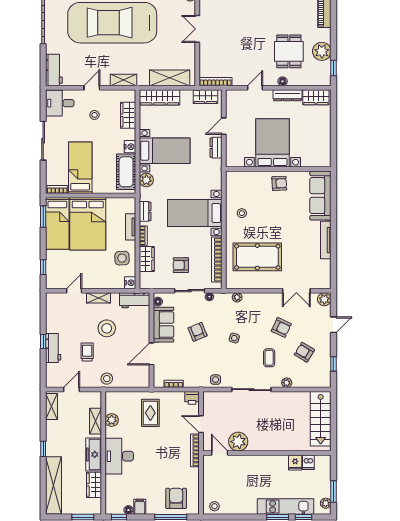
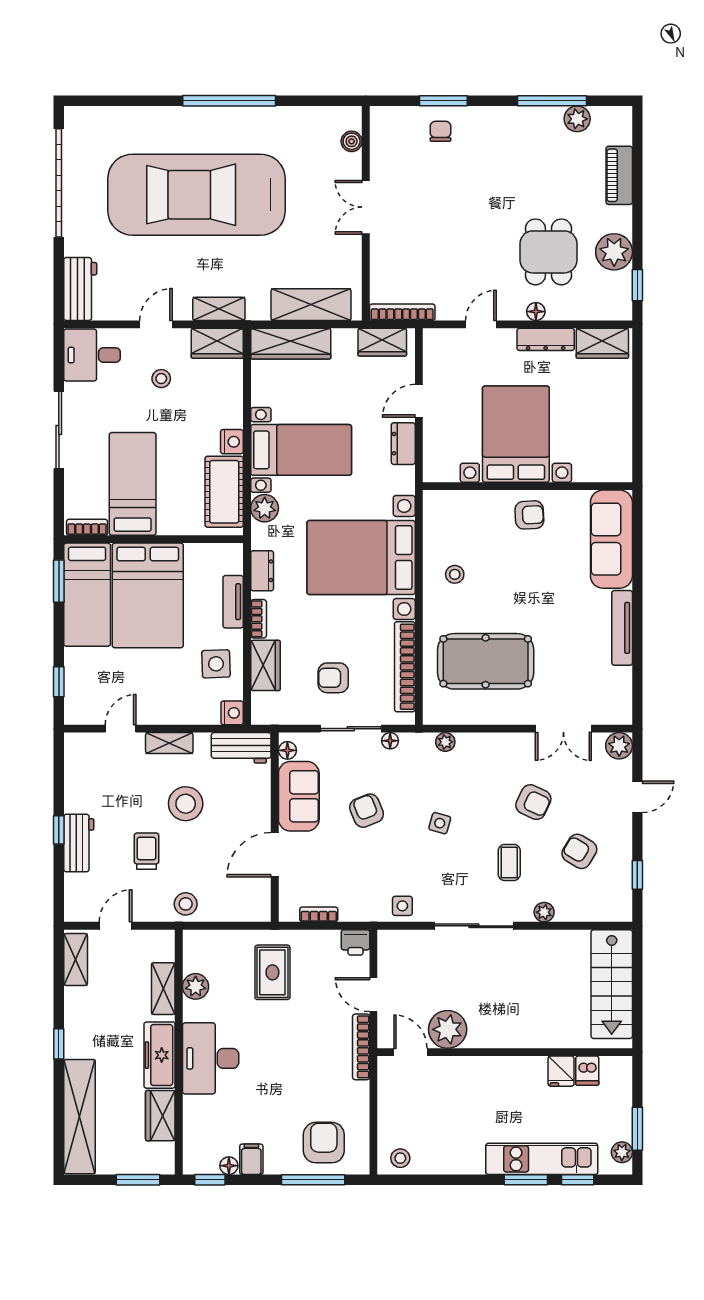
wardrobe: (128, 115) -> (217, 343), moved, turned -90
bed with nightstands: (195, 213) -> (361, 557), width x1.36

